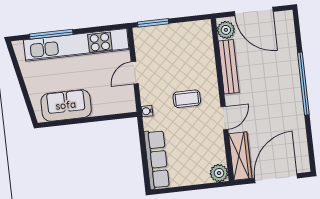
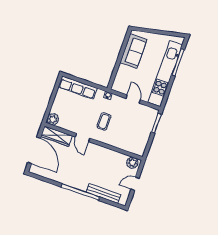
door: (254, 12) -> (135, 184), width x0.53
bench: (229, 67) -> (103, 193), moved

